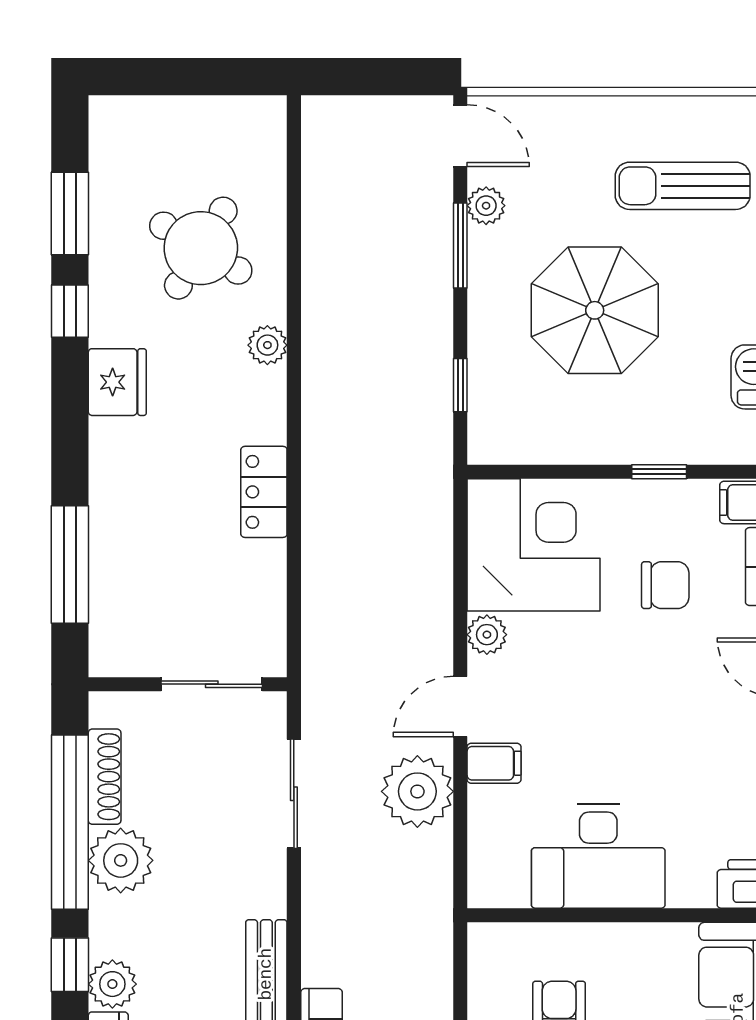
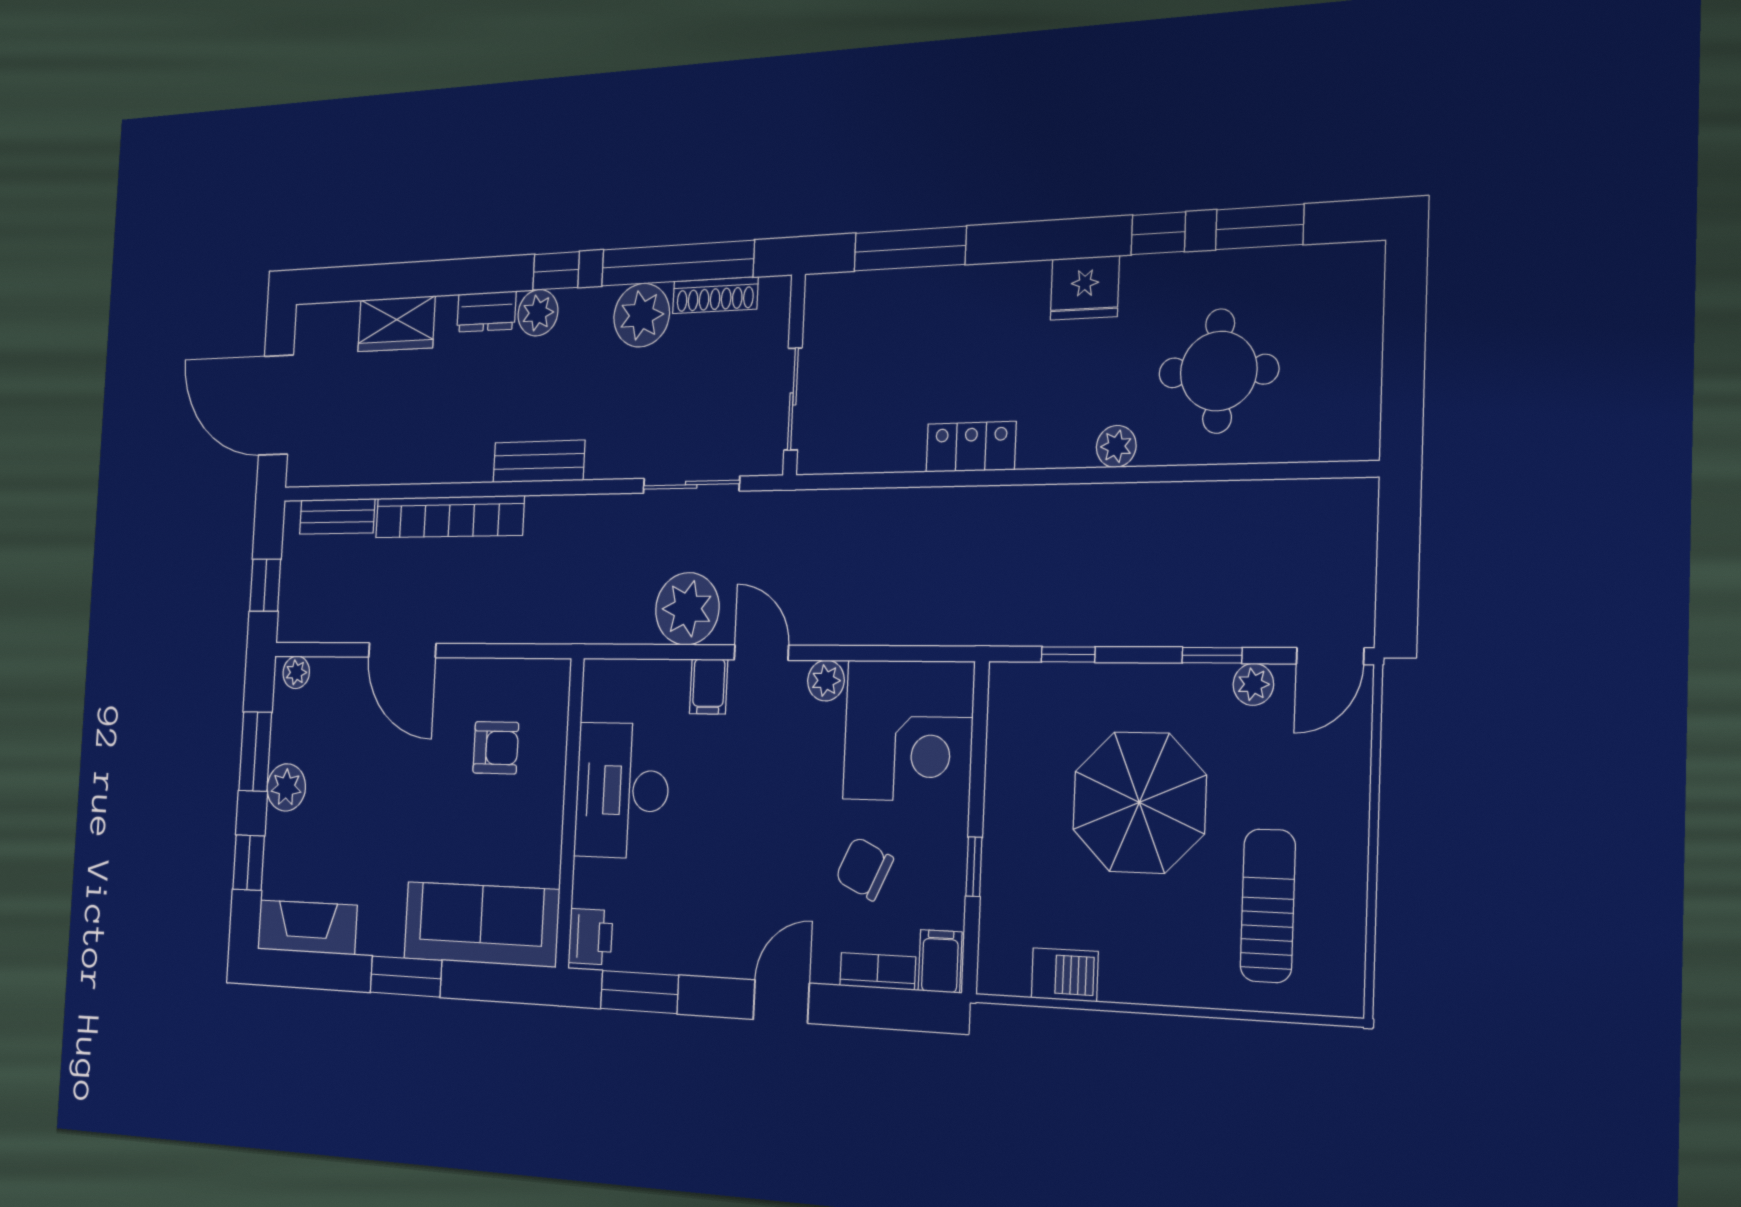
window: (460, 245) -> (1212, 655), width x0.67
round table: (201, 248) -> (1219, 371), turned -31
chair: (665, 585) -> (864, 869), turned 115

